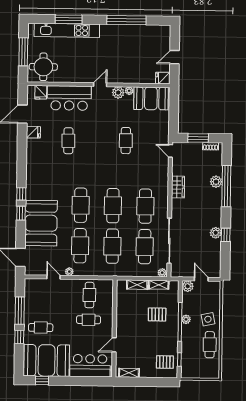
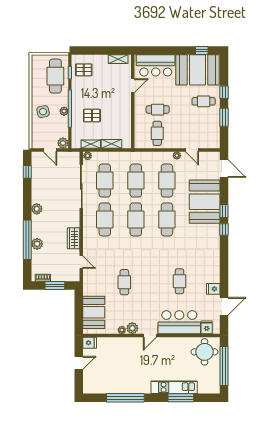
kitchen unit: (67, 30) -> (174, 387), width x0.73
window: (23, 52) -> (224, 366), width x1.46
booth: (151, 98) -> (94, 312), moved, turned 90
door: (170, 151) -> (81, 262), moved
plant: (216, 233) -> (37, 209), moved
window: (226, 235) -> (27, 172), moved
window: (20, 311) -> (224, 117), width x0.69
cafe table: (210, 345) -> (55, 76), moved, width x1.37, depth x1.35

